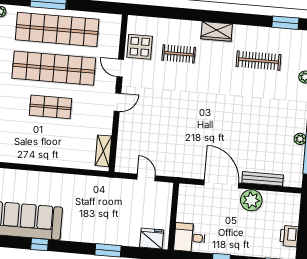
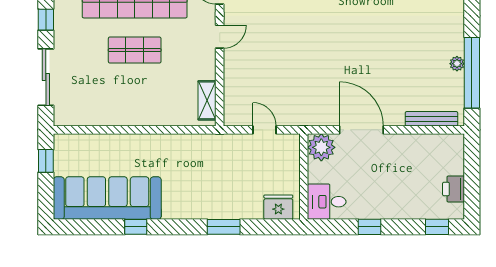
bench: (263, 179) -> (431, 119), moved
plant: (251, 200) -> (321, 147), moved

